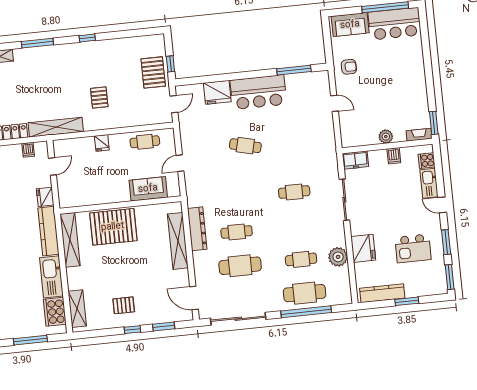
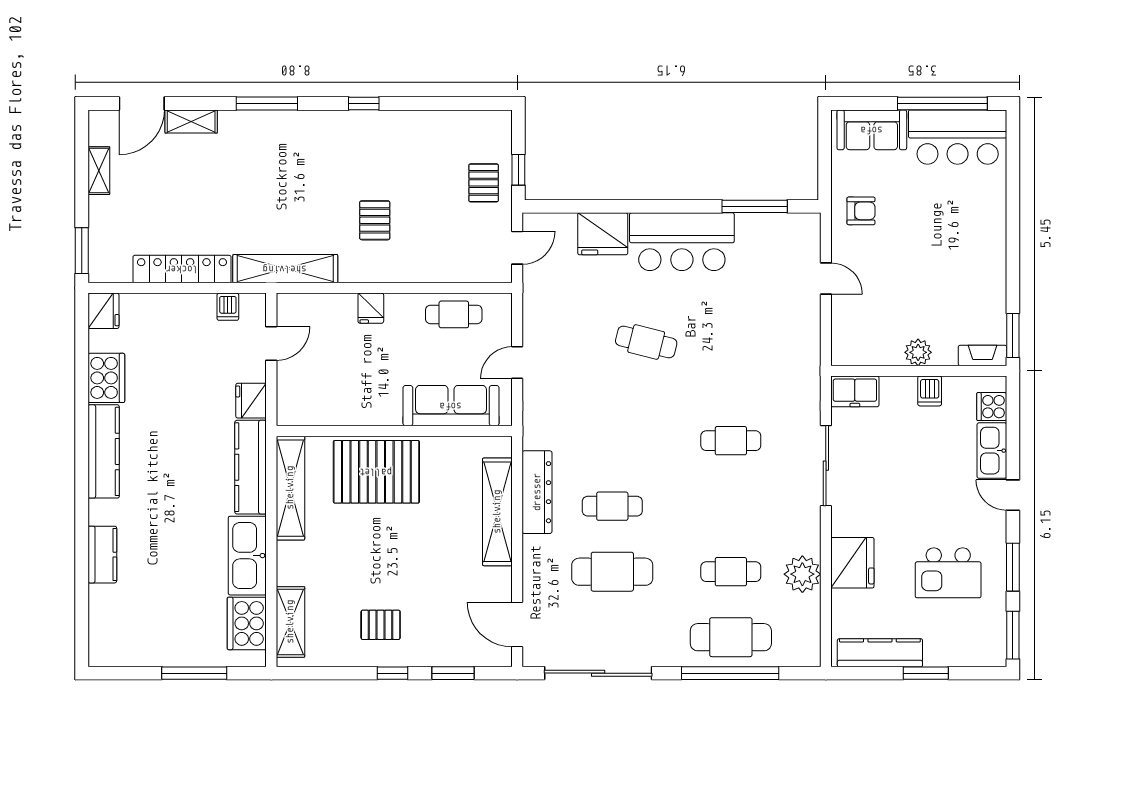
pallet: (153, 72) -> (484, 183), width x0.67, depth x0.71
sofa: (148, 189) -> (451, 406), width x1.36

